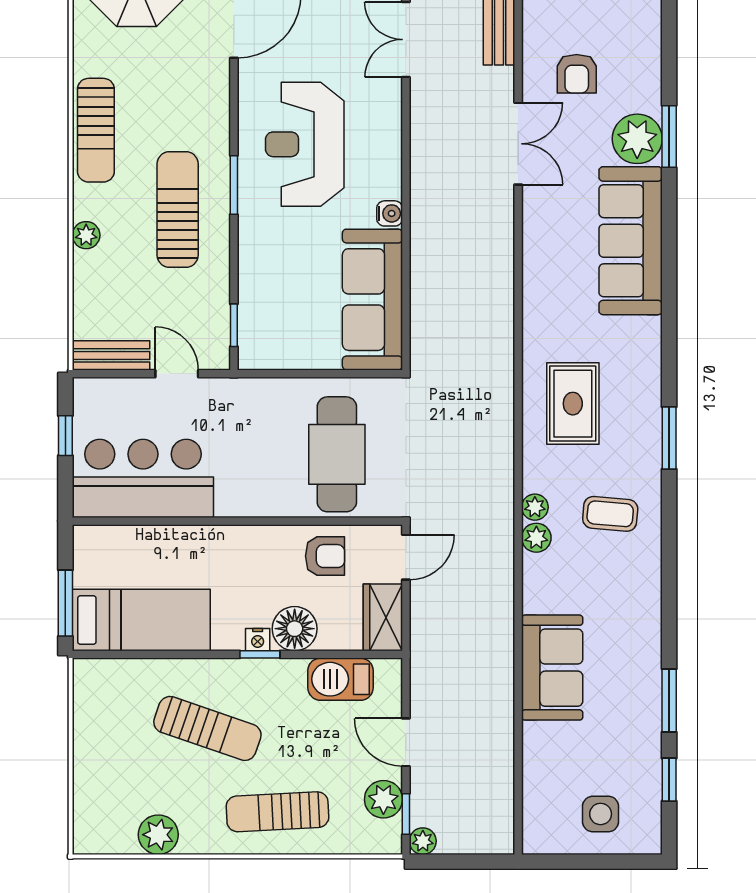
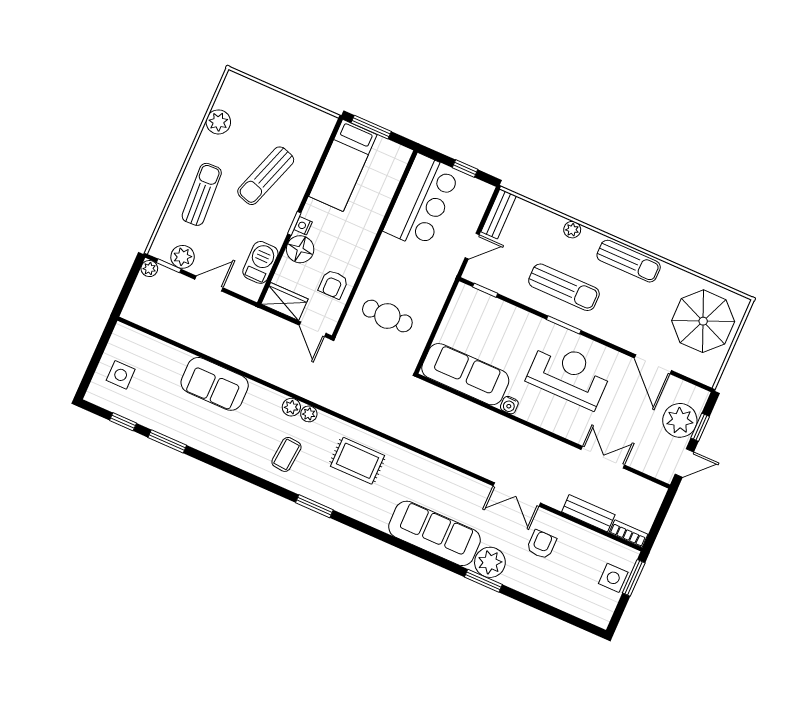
armchair: (577, 74) -> (541, 544), turned 90
sun lounger: (96, 130) -> (629, 261), turned 180
cafe table: (337, 454) -> (387, 316), width x0.73, depth x0.74

